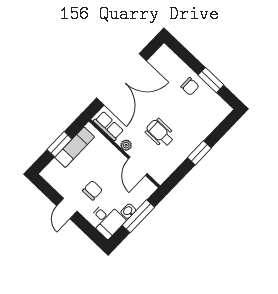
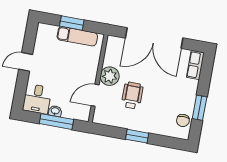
chair: (190, 86) -> (183, 120), moved
row of seats: (109, 126) -> (195, 65), moved, turned 180
plant: (126, 145) -> (110, 76), width x1.87, depth x1.87
chair: (92, 190) -> (53, 72), removed

